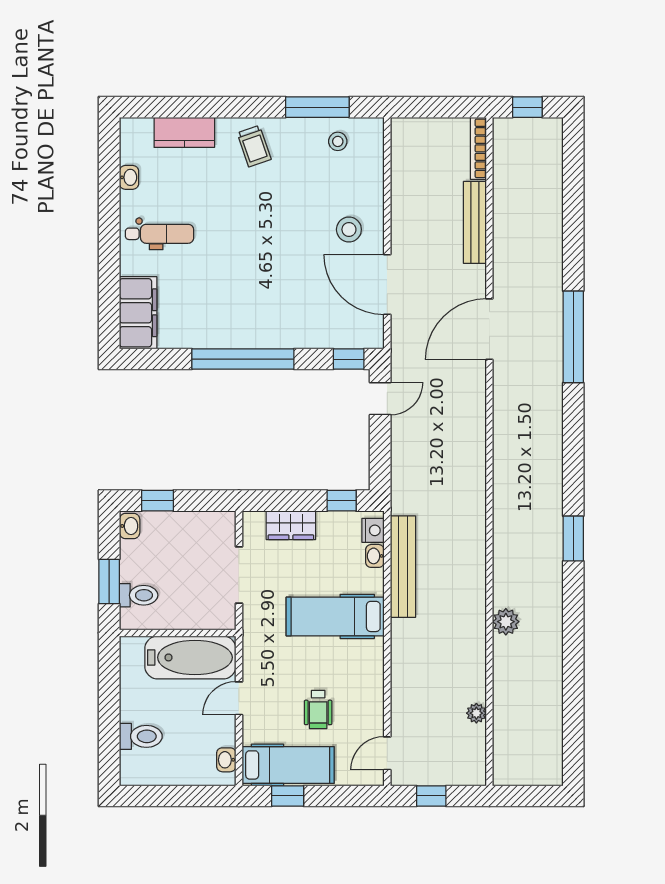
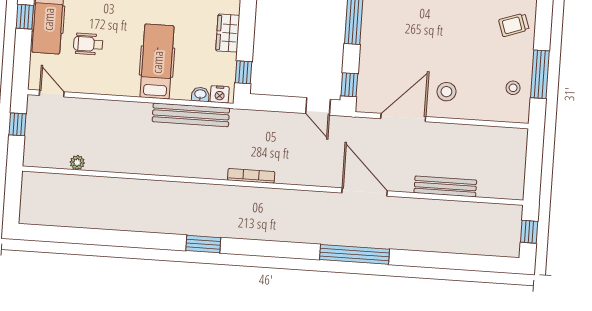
bookcase: (478, 148) -> (251, 176), moved
plant: (506, 622) -> (144, 189), removed

